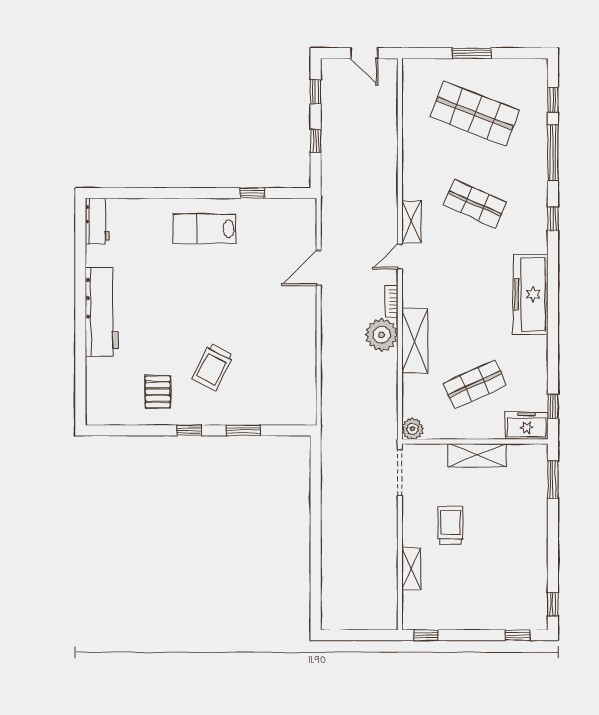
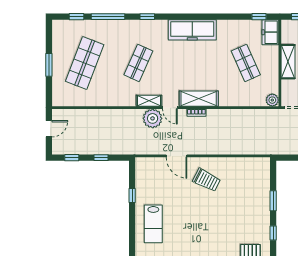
plant: (382, 335) -> (153, 118), moved
shelving: (415, 341) -> (199, 99), moved
trolley: (213, 367) -> (207, 180), moved

